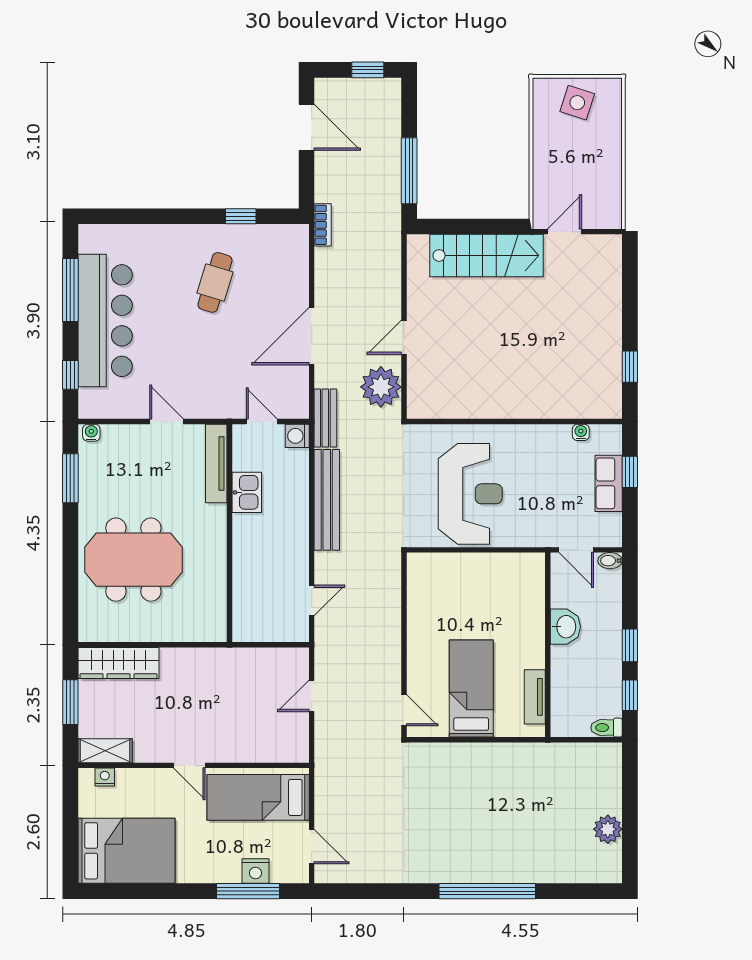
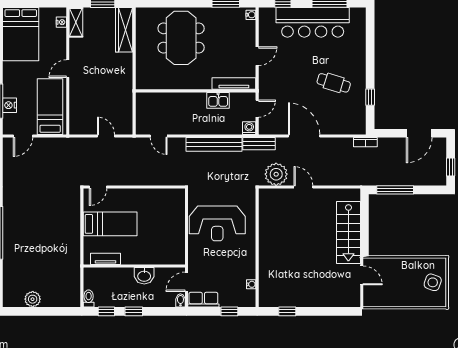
row of seats: (609, 483) -> (203, 300), moved

